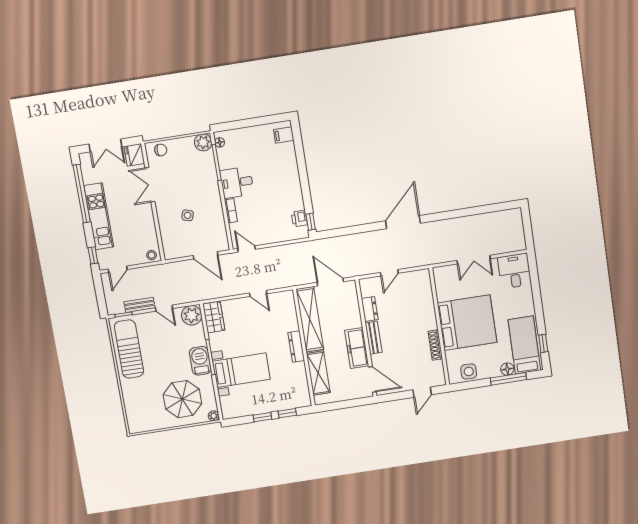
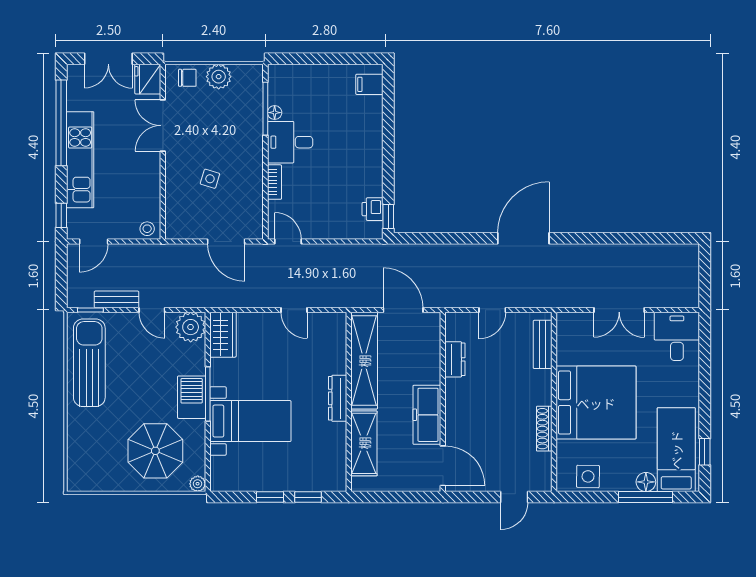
plant: (203, 142) -> (219, 77), moved
floor lamp: (220, 142) -> (275, 113), moved
bench: (374, 338) -> (543, 344), moved

